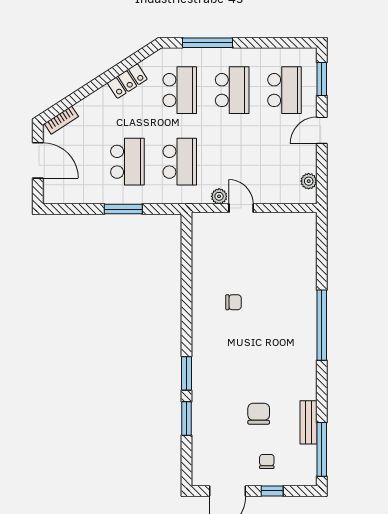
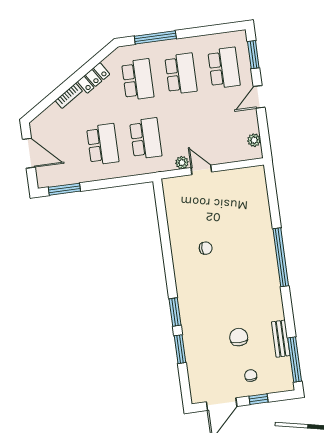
bookcase: (61, 120) -> (69, 96), moved
window: (123, 209) -> (64, 189), moved

